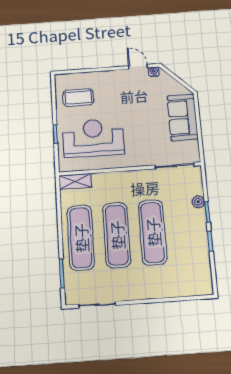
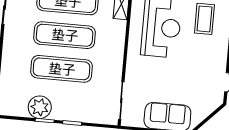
water cooler: (154, 72) -> (219, 97), removed
plant: (198, 202) -> (40, 107), moved, width x1.88, depth x1.88

